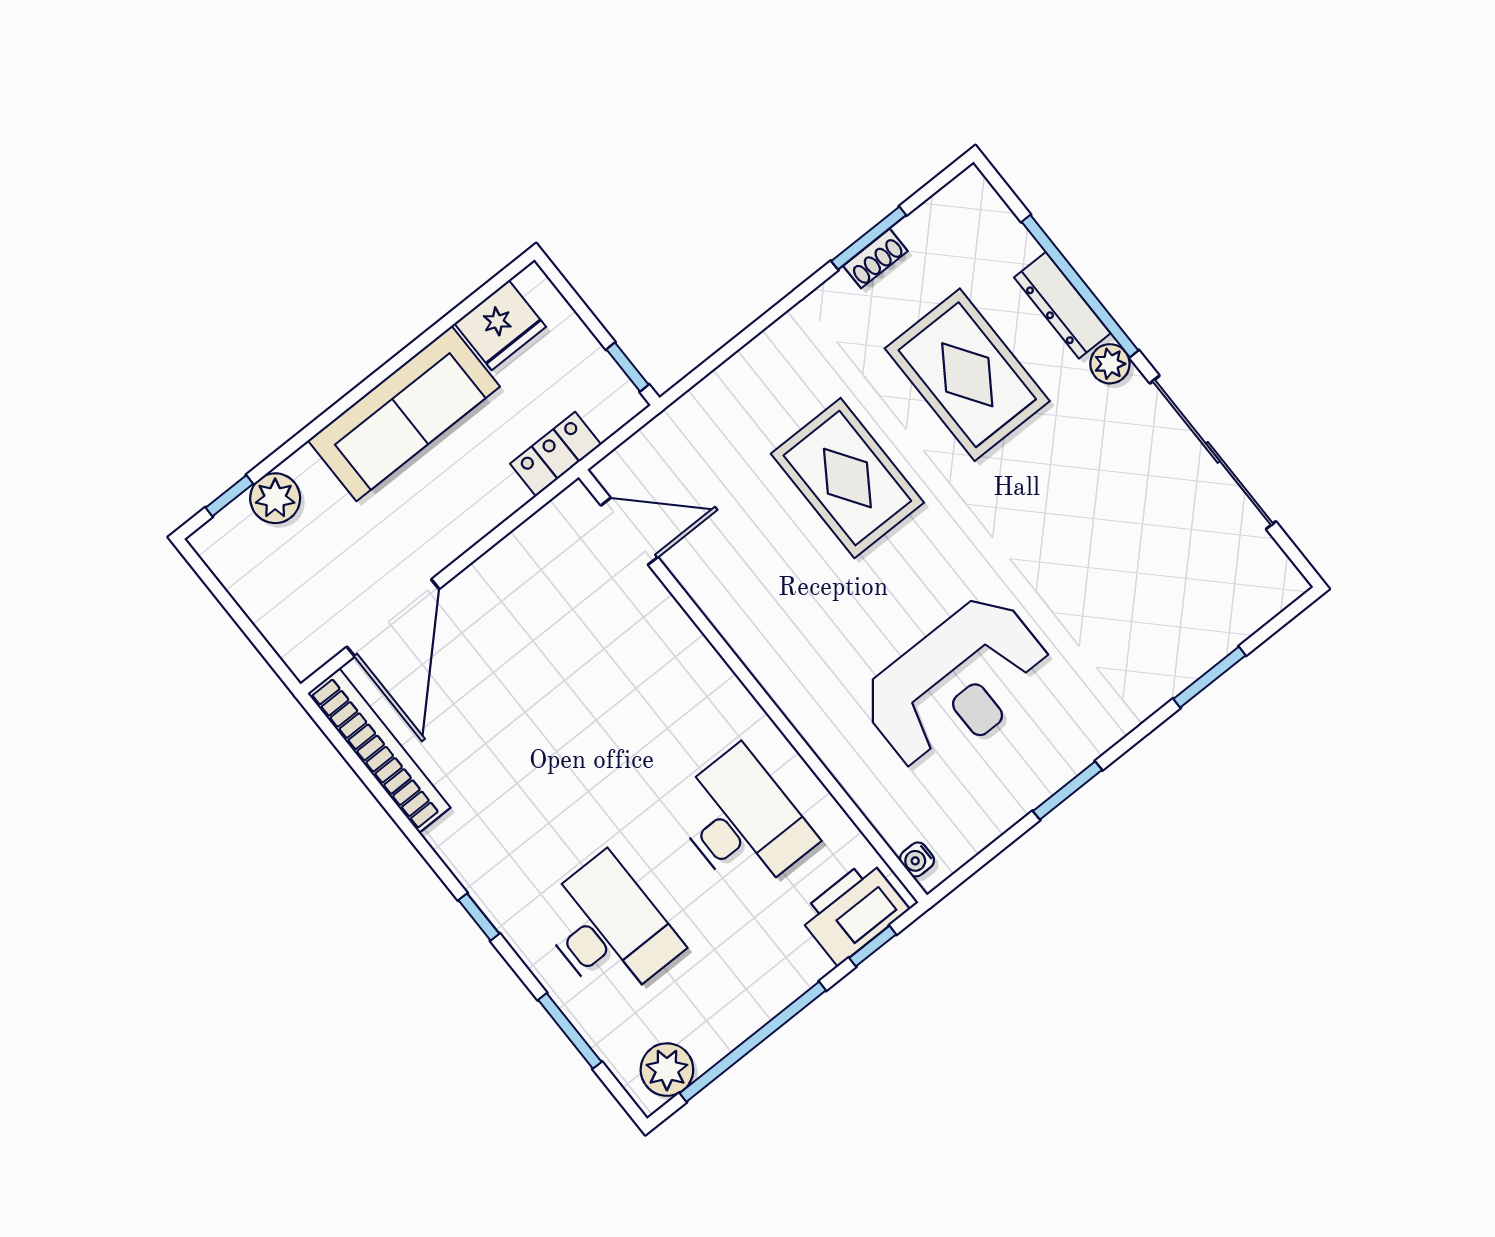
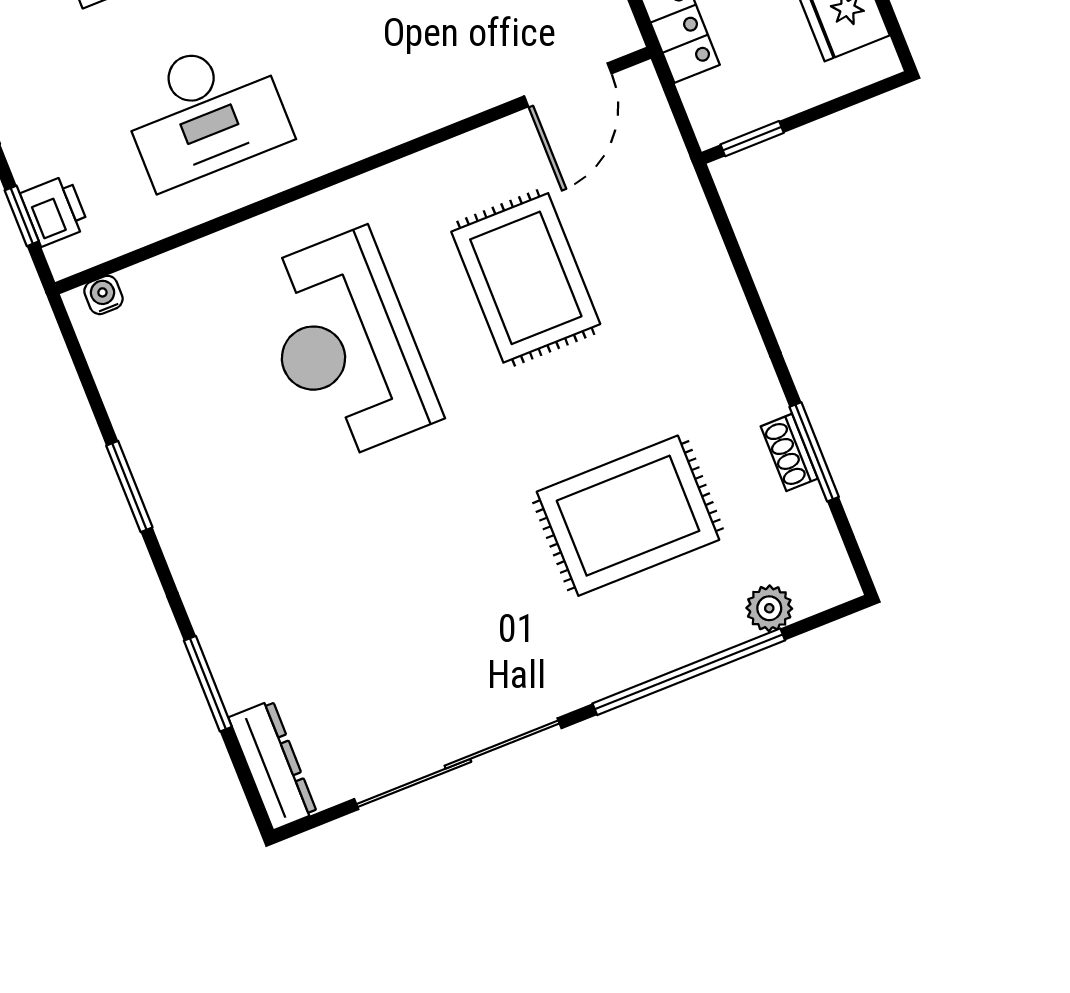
dresser: (1062, 305) -> (273, 765), moved, turned 90
plant: (1110, 364) -> (769, 608), moved
rug: (847, 478) -> (526, 278), moved, turned 90
reception desk: (957, 684) -> (345, 345), moved
printer: (853, 912) -> (55, 211), width x0.53, depth x0.68

